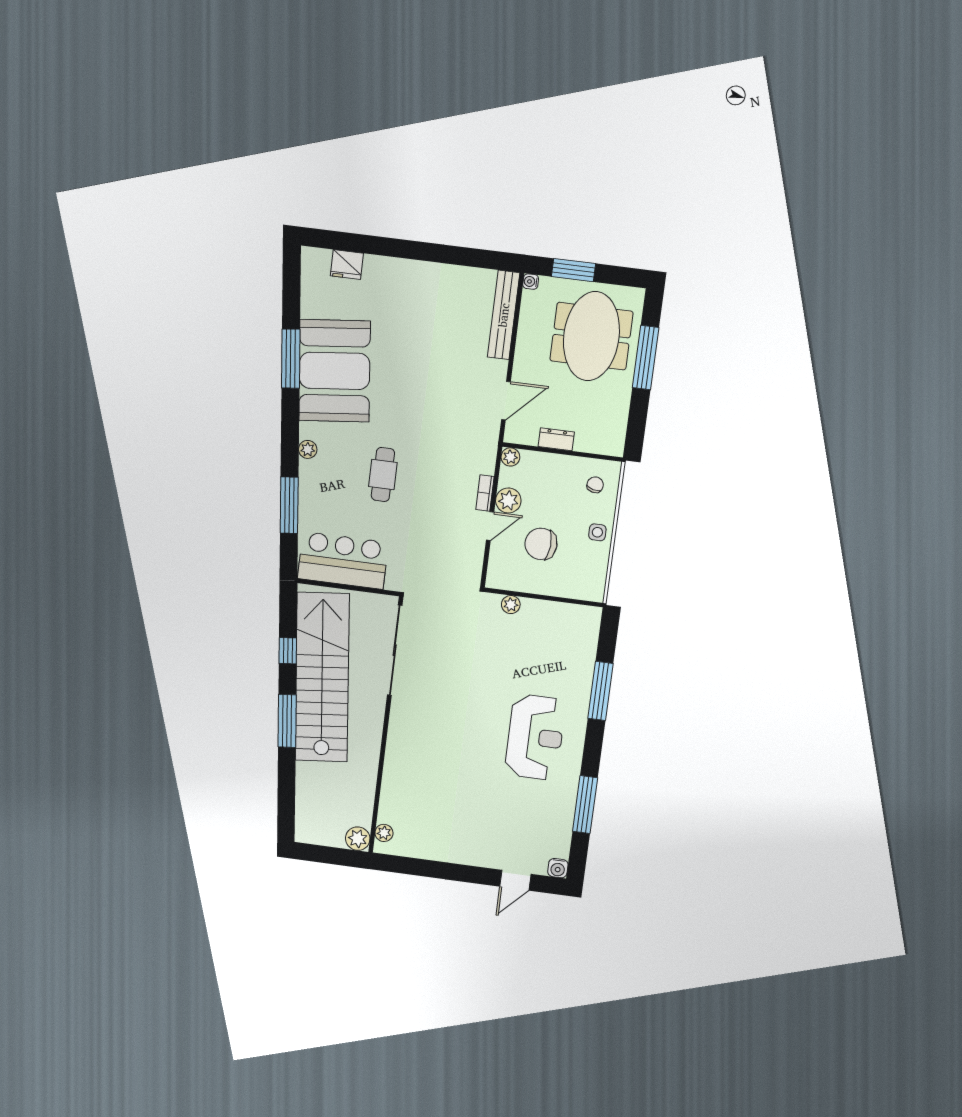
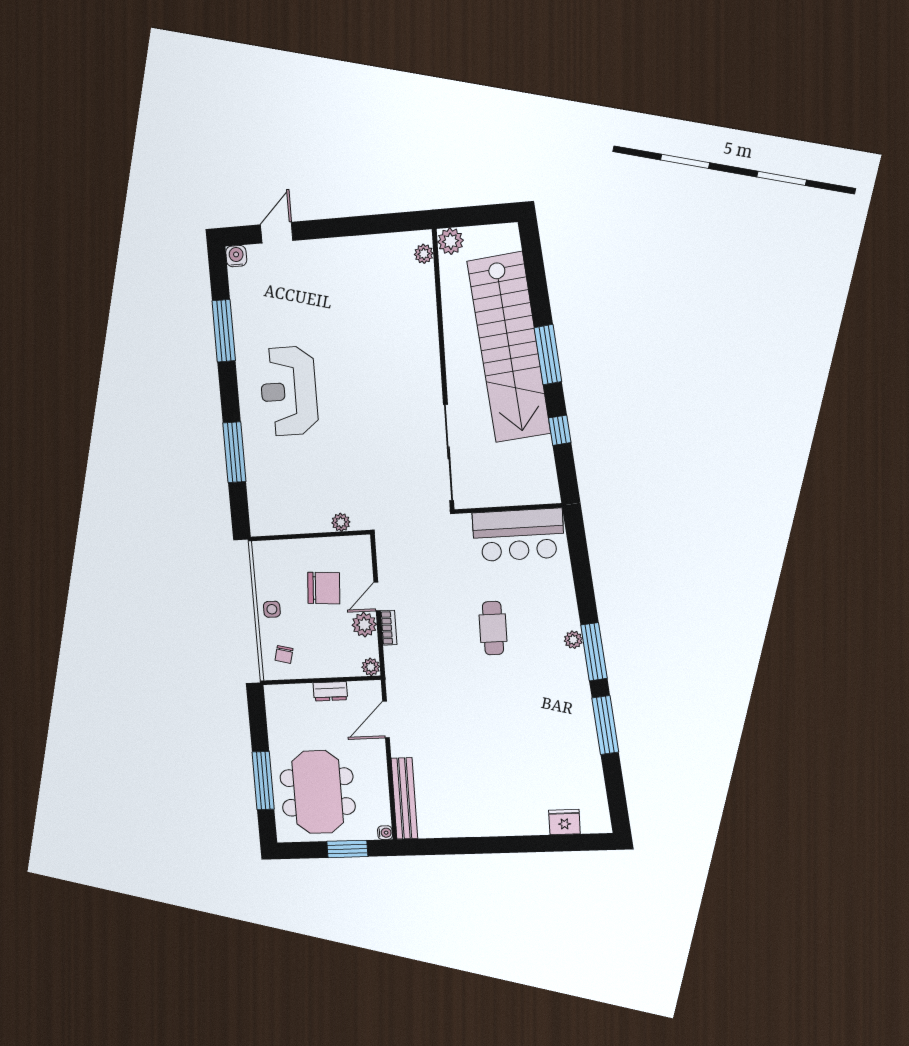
booth: (335, 371) -> (559, 720), removed
window: (289, 505) -> (594, 652), moved
stairs: (322, 677) -> (509, 348), moved

